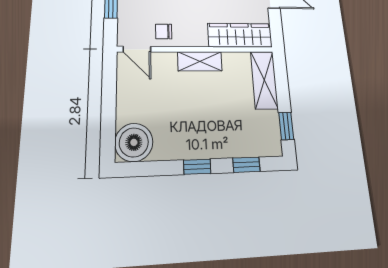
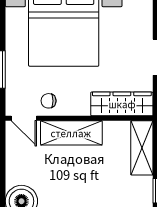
shelving: (200, 61) -> (71, 133), width x1.50, depth x1.33

